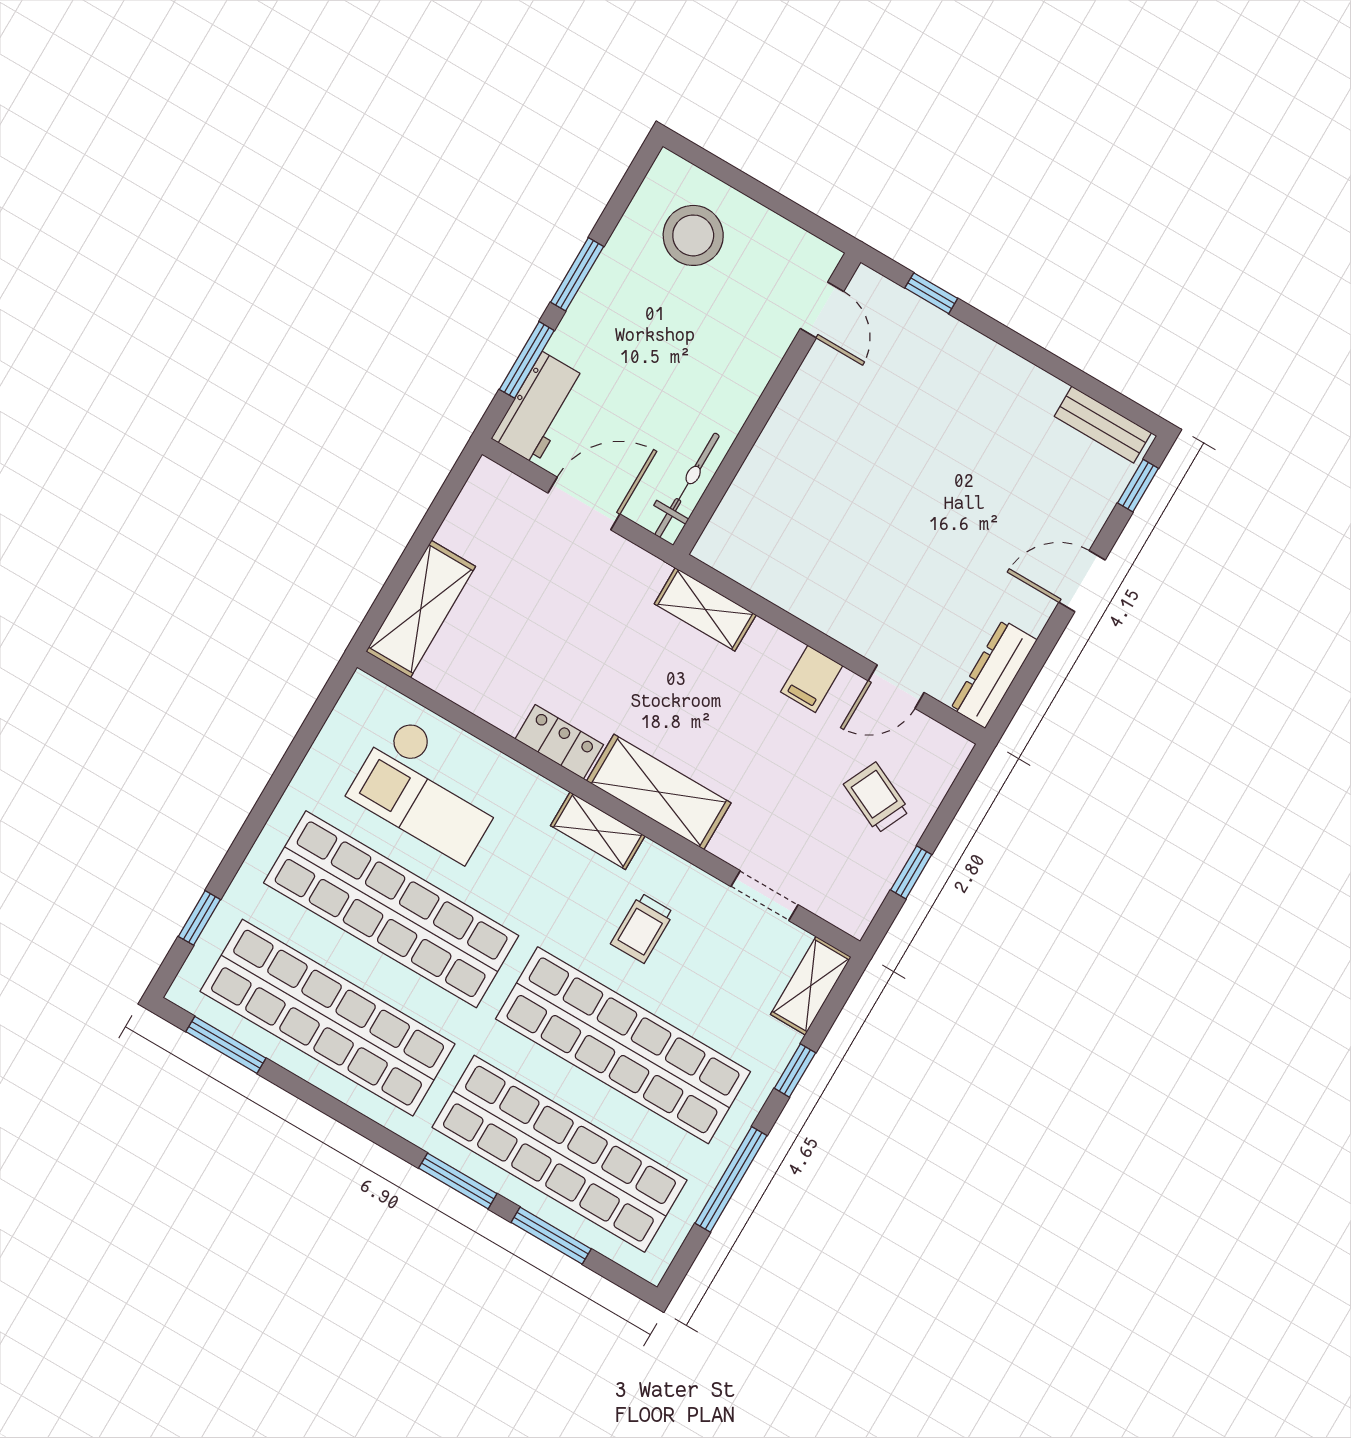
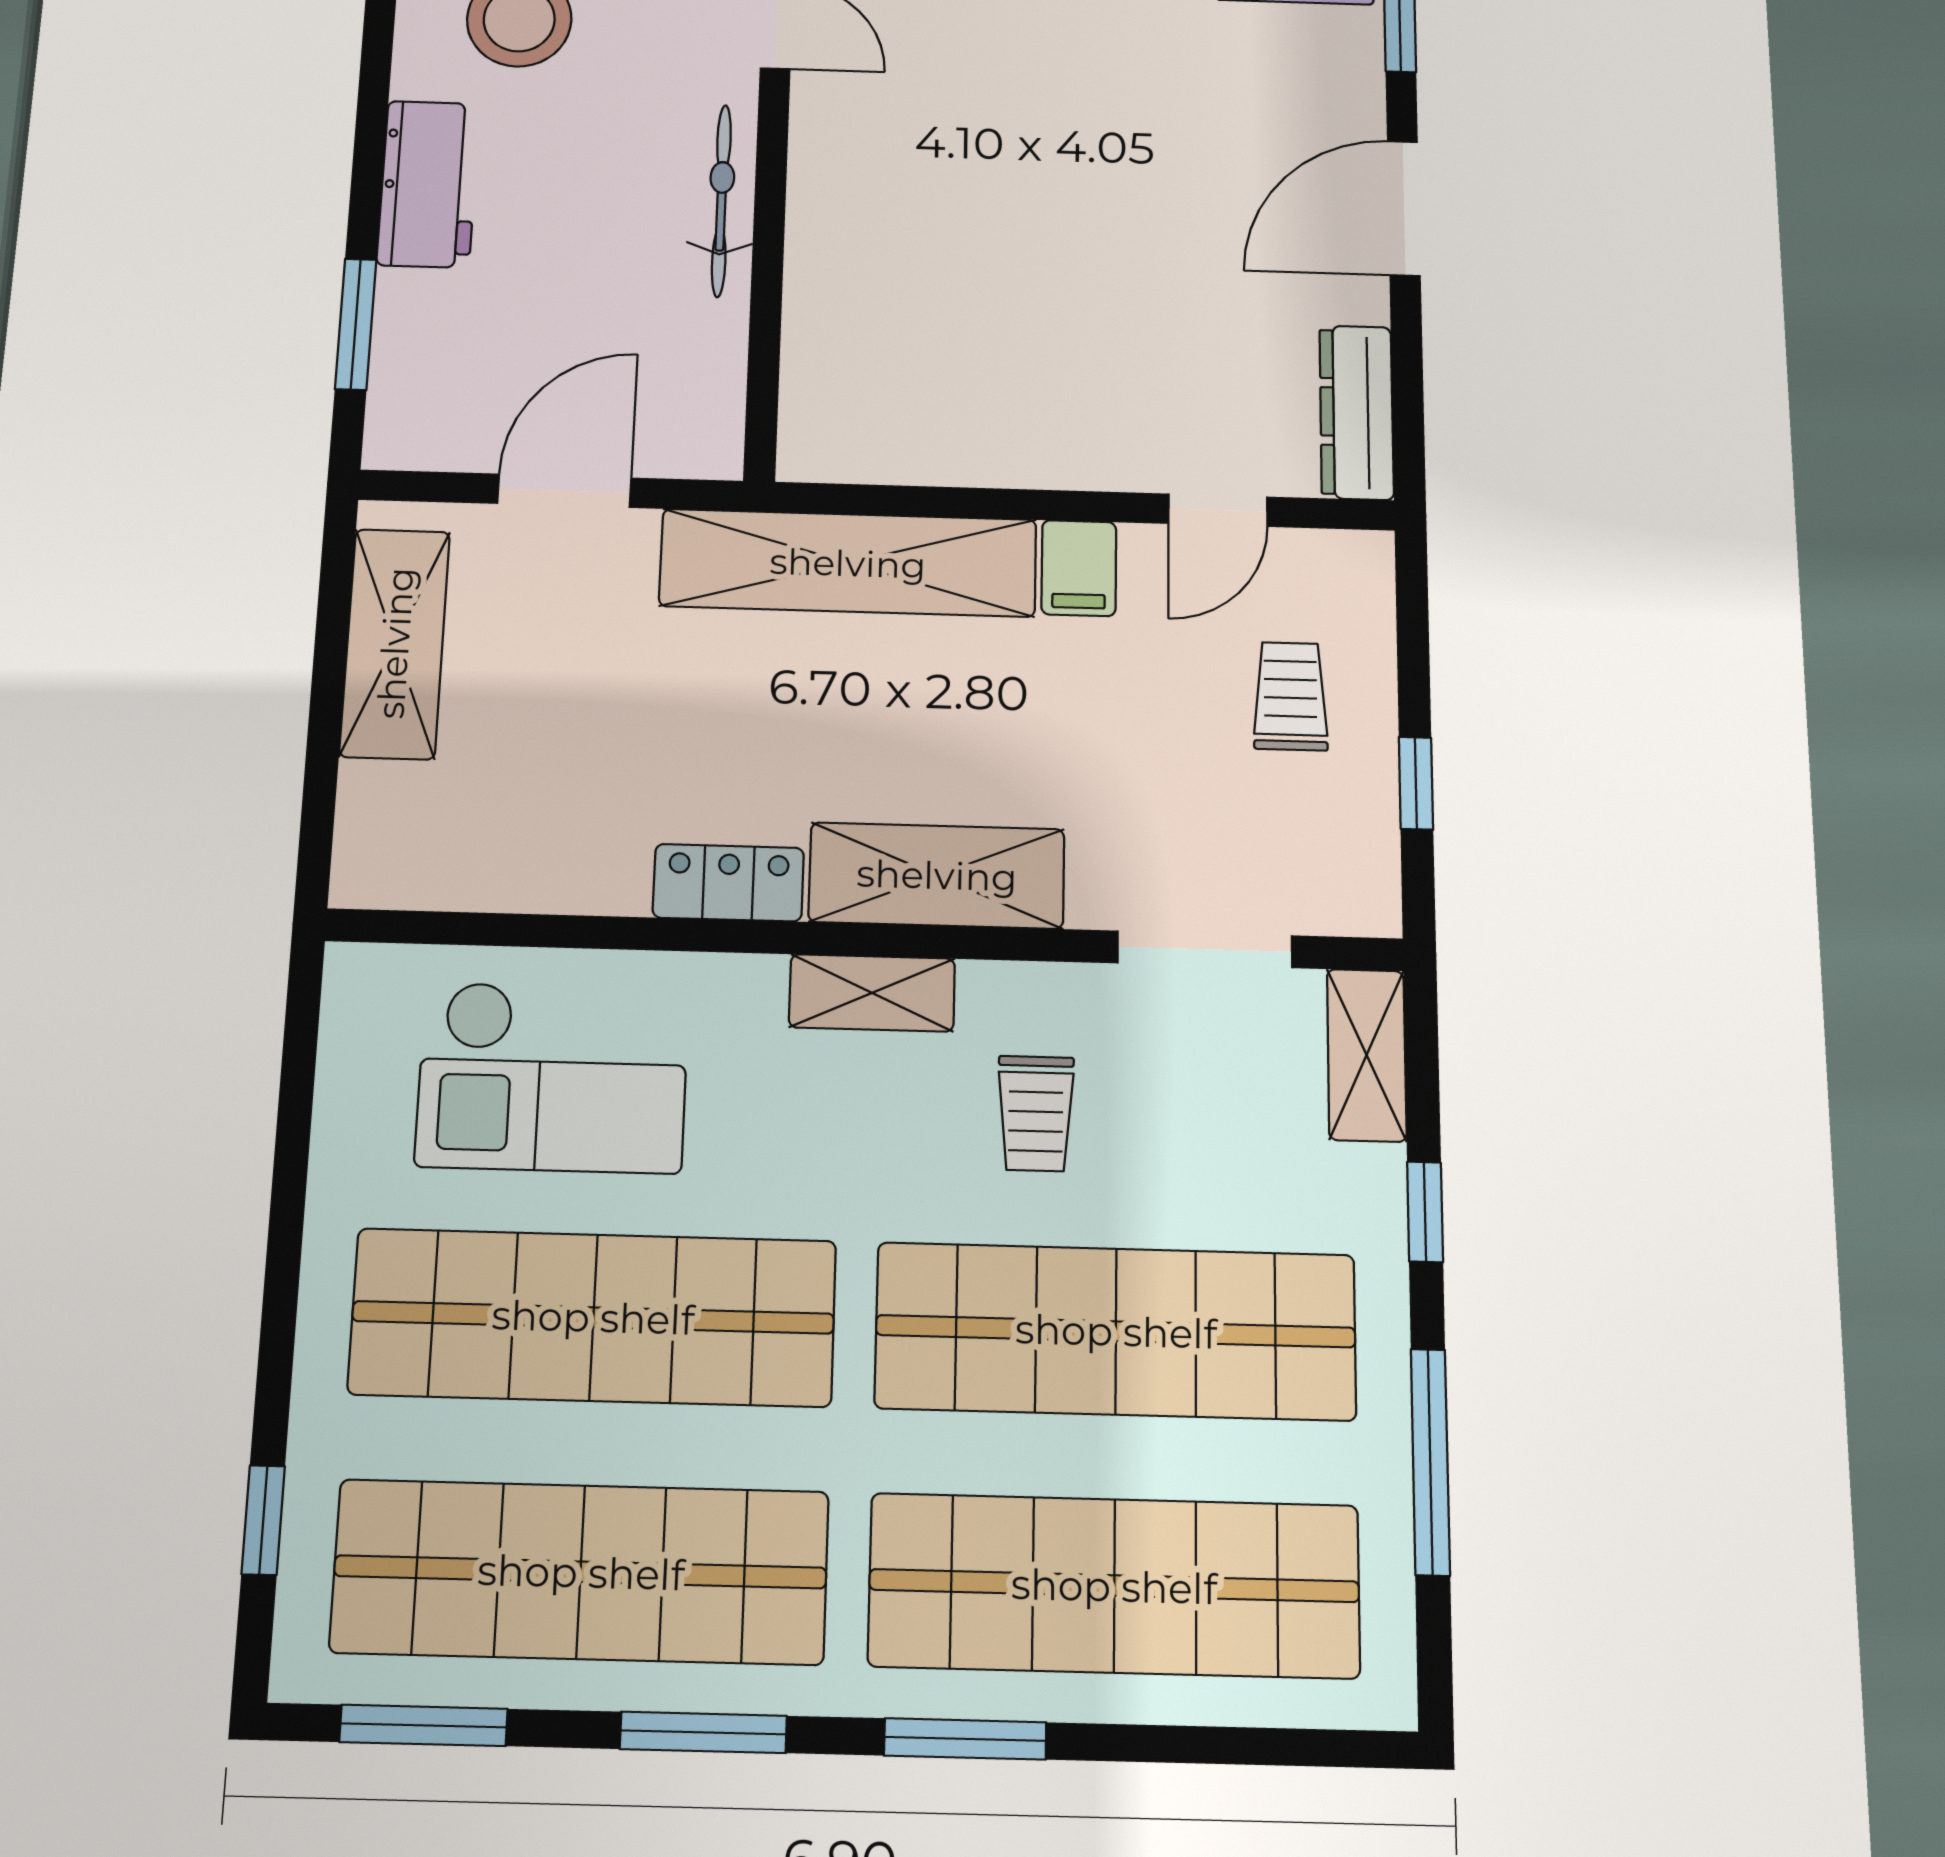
window: (577, 274) -> (368, 162), removed
workbench: (539, 408) -> (428, 184), moved
bicycle: (687, 485) -> (721, 200), moved
door: (1082, 581) -> (1404, 208), width x1.38
shelving: (421, 609) -> (395, 643), moved
shelving: (705, 609) -> (848, 563), width x2.20, depth x1.33
trolley: (877, 798) -> (1290, 696), turned 65
doorway: (764, 896) -> (1205, 949), width x1.38
window: (551, 1236) -> (703, 1732), moved

